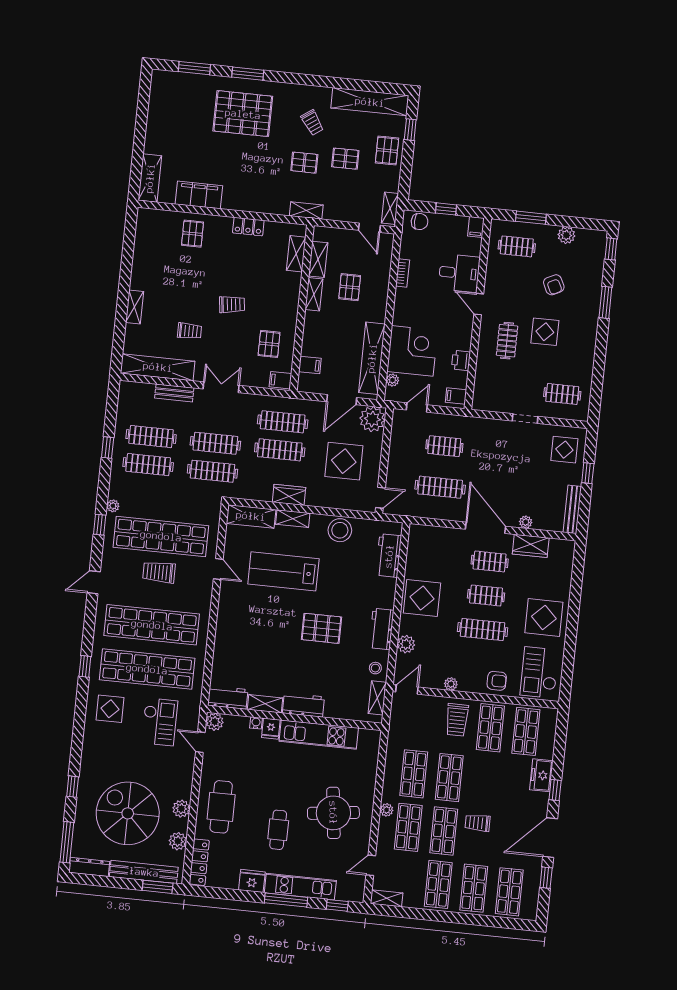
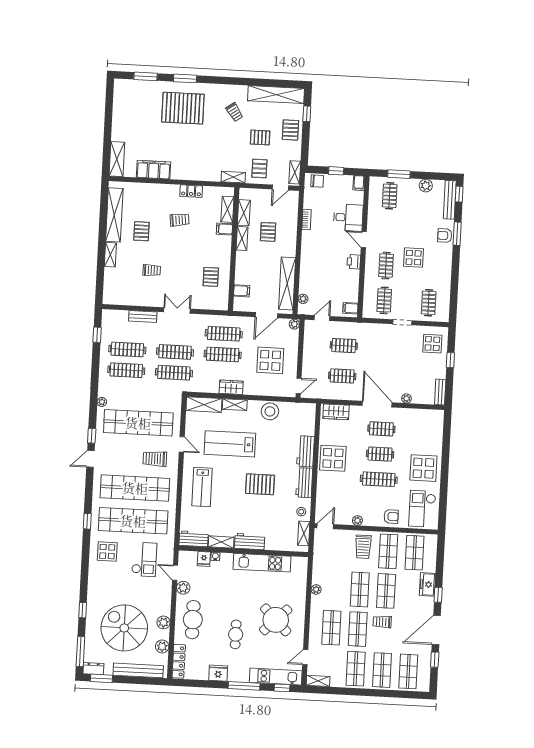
pallet: (304, 163) -> (259, 168), moved, turned 90
door: (369, 228) -> (280, 187), hinge flipped
pallet: (193, 234) -> (141, 231), moved
clothes rail: (517, 246) -> (390, 196), turned 90
bench: (598, 256) -> (450, 200), added
armchair: (554, 285) -> (445, 236), moved, turned 116
trolley: (232, 305) -> (180, 220), moved
corner desk: (412, 351) -> (317, 277), removed
printer: (461, 360) -> (354, 262), moved
shelving: (158, 367) -> (114, 215), moved, turned 90
filing cabinet: (280, 380) -> (224, 229), moved
clothes rail: (502, 388) -> (384, 300), added
clothes rail: (562, 394) -> (429, 303), turned 90
plant: (372, 419) -> (294, 324), width x0.53, depth x0.53
window: (108, 448) -> (97, 335), moved
clothes rail: (440, 487) -> (342, 376), width x0.73
bench: (572, 509) -> (440, 392), width x0.73
window: (100, 525) -> (92, 436), moved
wardrobe: (531, 546) -> (336, 412), moved
workbench: (389, 556) -> (306, 451), moved
trolley: (159, 572) -> (155, 459), moved
lab bench: (243, 628) -> (202, 487), added
plant: (406, 644) -> (323, 493), removed
plant: (215, 722) -> (183, 588), moved
fridge: (271, 729) -> (204, 559), moved
shop shelf: (414, 774) -> (386, 591), moved
plant: (386, 810) -> (316, 589), moved
round table: (333, 813) -> (276, 620), turned -38
dresser: (89, 867) -> (93, 669), width x0.70
window: (158, 887) -> (101, 678), moved
kitchen unit: (300, 887) -> (276, 677), moved

